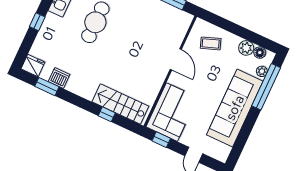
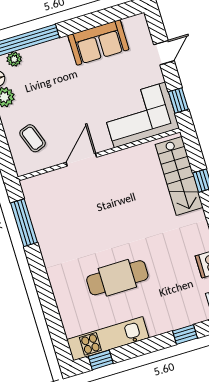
window: (37, 22) -> (185, 334), moved
sofa: (235, 108) -> (98, 42), width x0.54, depth x0.79

